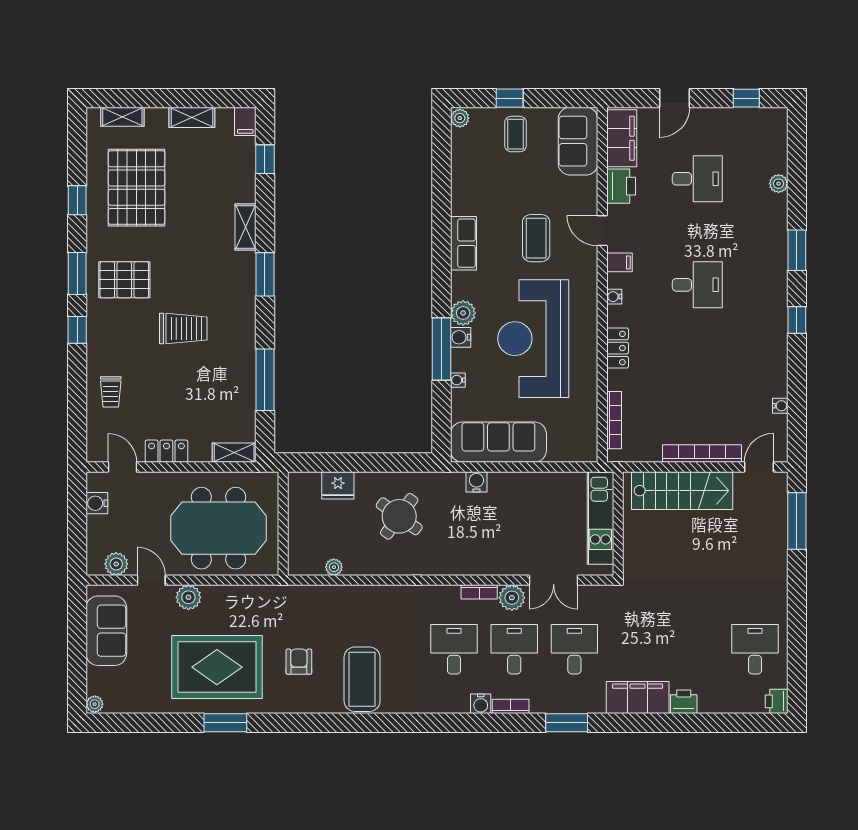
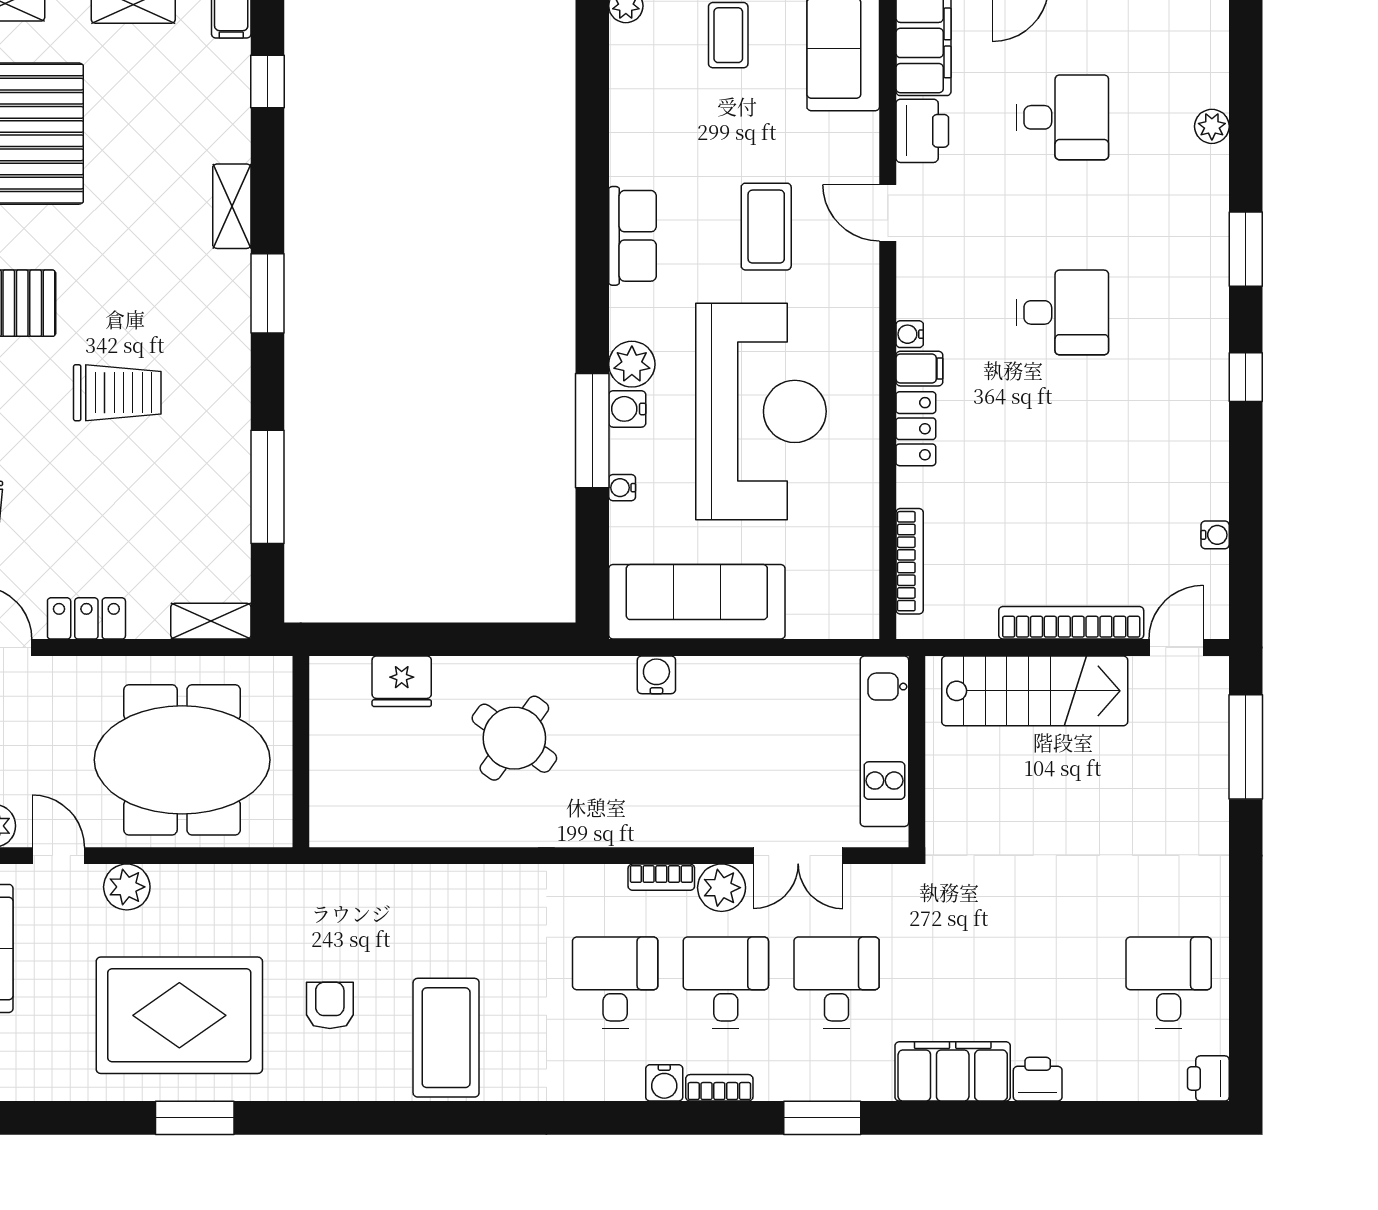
filing cabinet: (619, 262) -> (919, 369), moved
reception desk: (533, 339) -> (761, 411), turned 180
plant: (334, 567) -> (394, 832), removed

